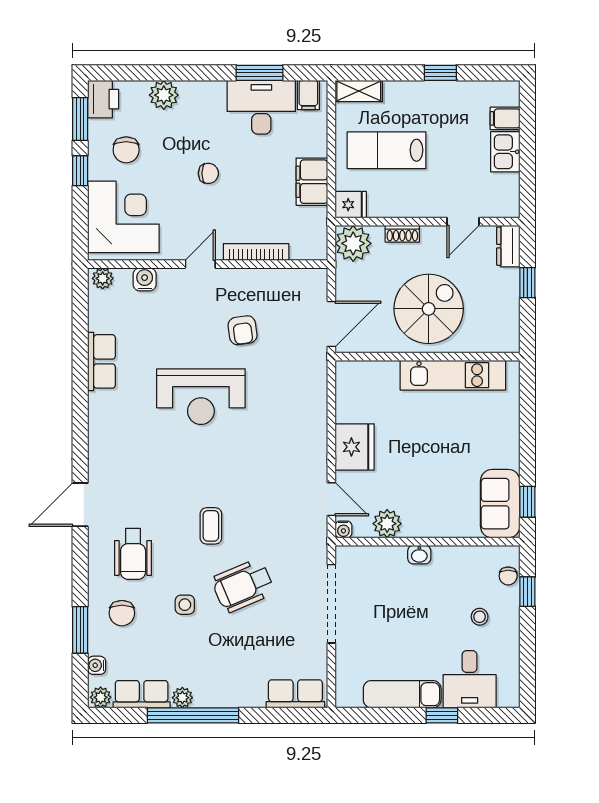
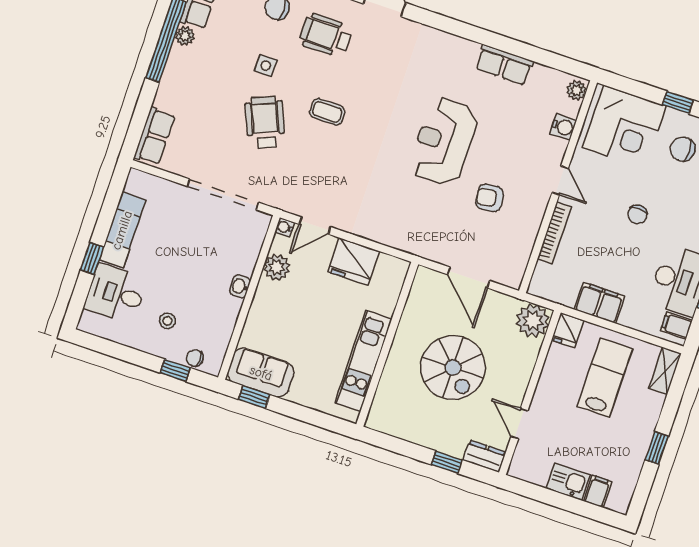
shoe rack: (402, 234) -> (527, 367), removed
wall: (428, 357) -> (387, 344), moved
kitchen unit: (453, 375) -> (363, 361), moved

